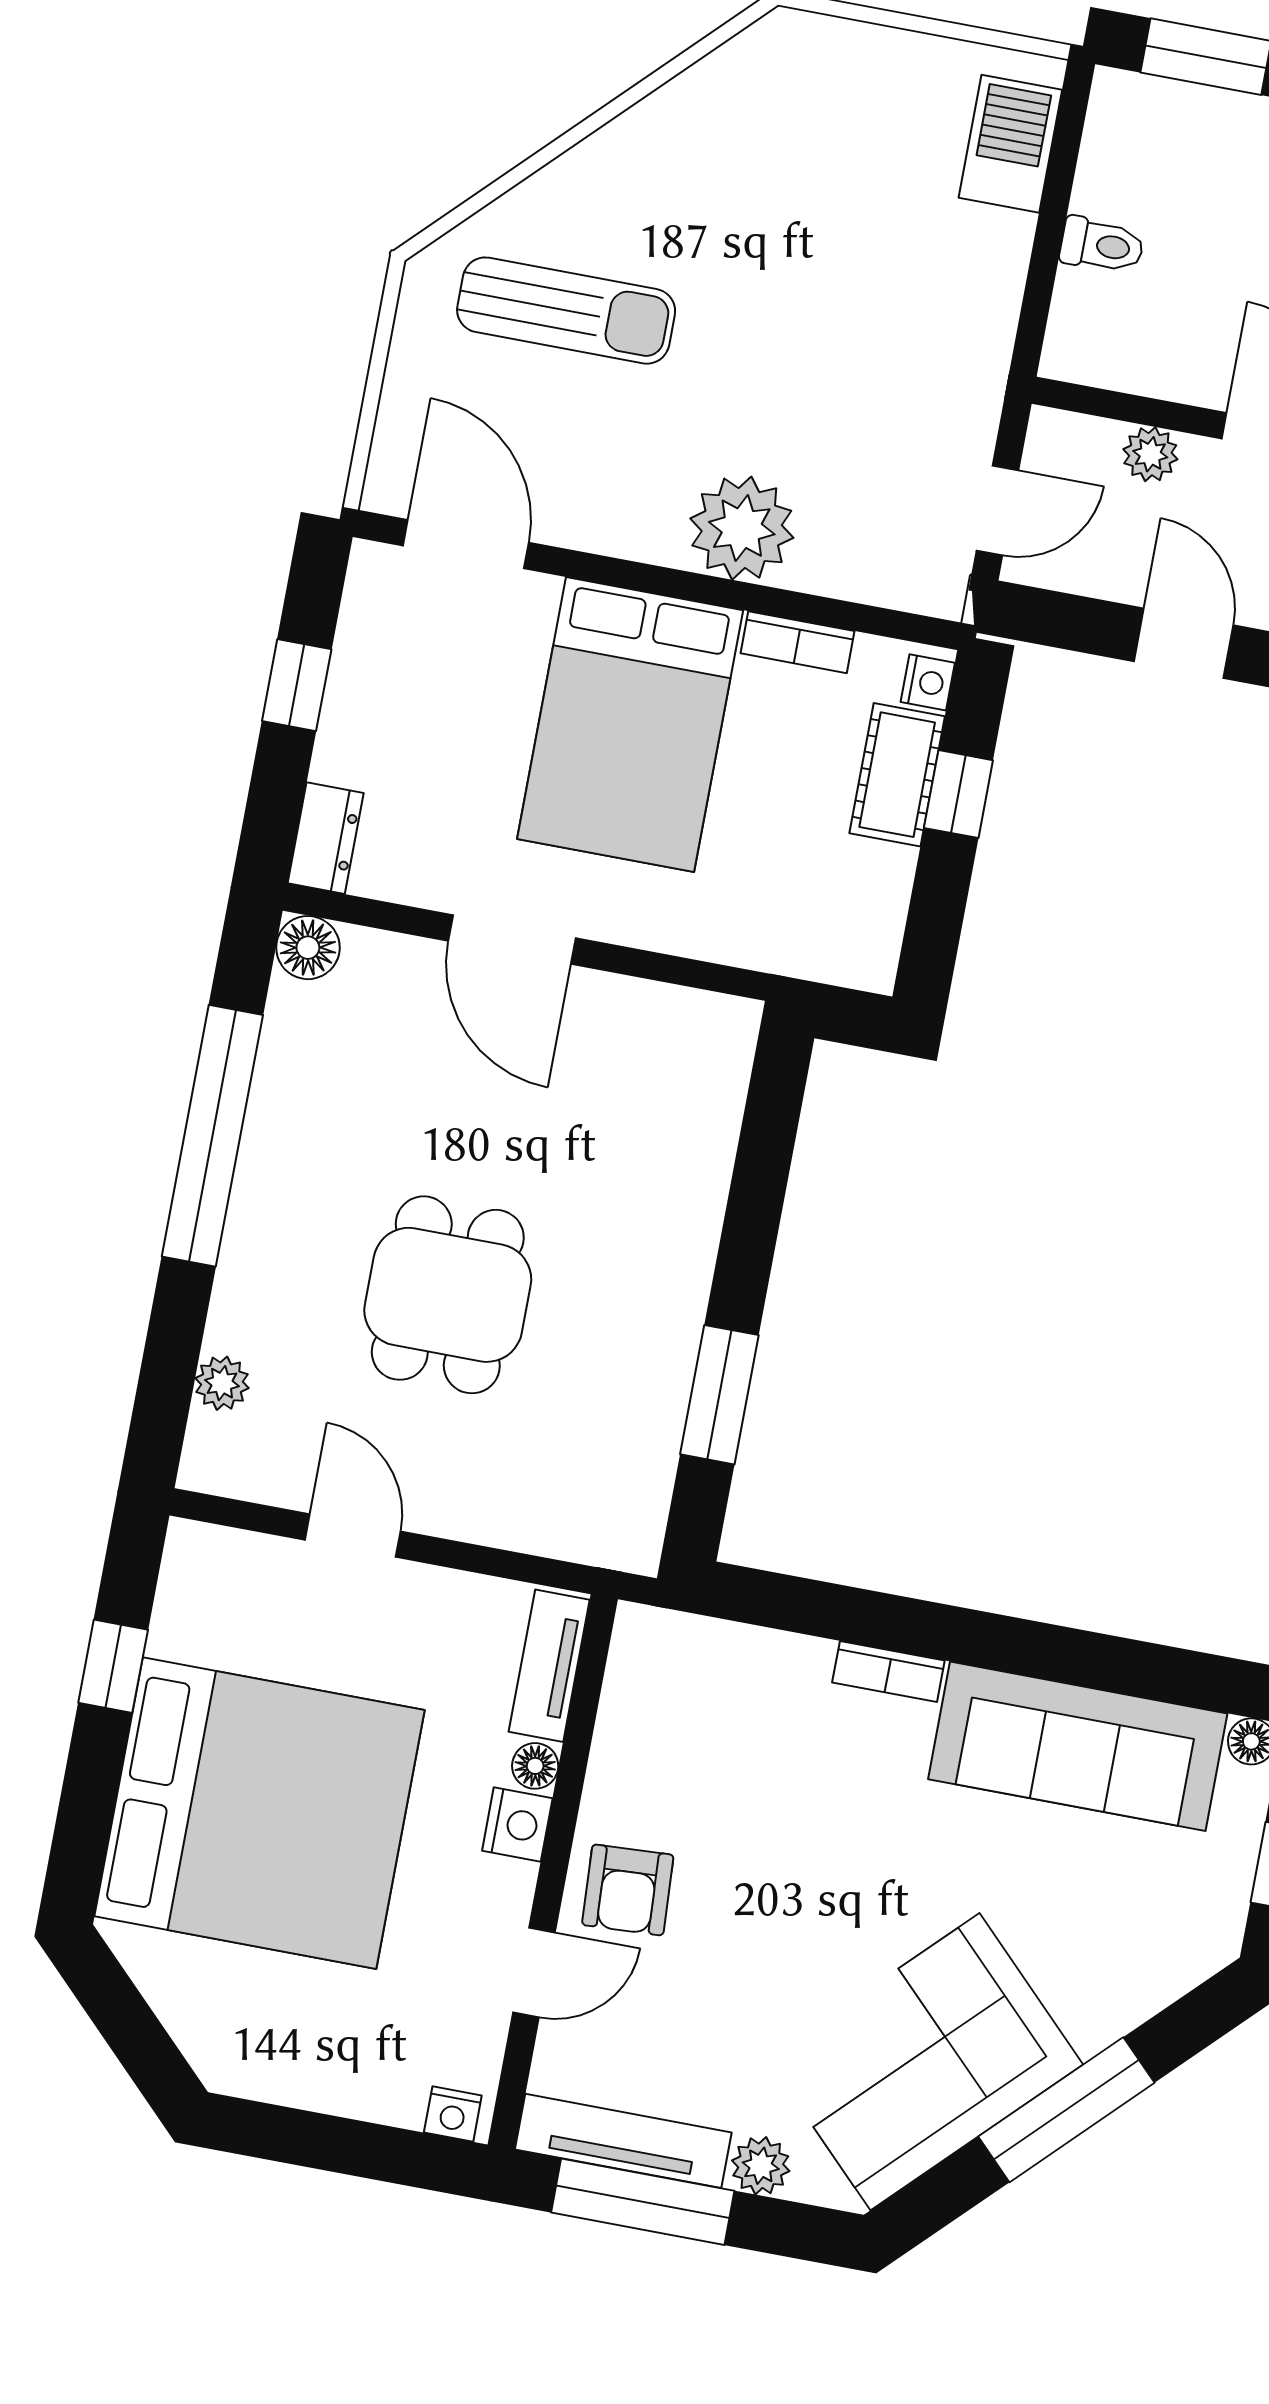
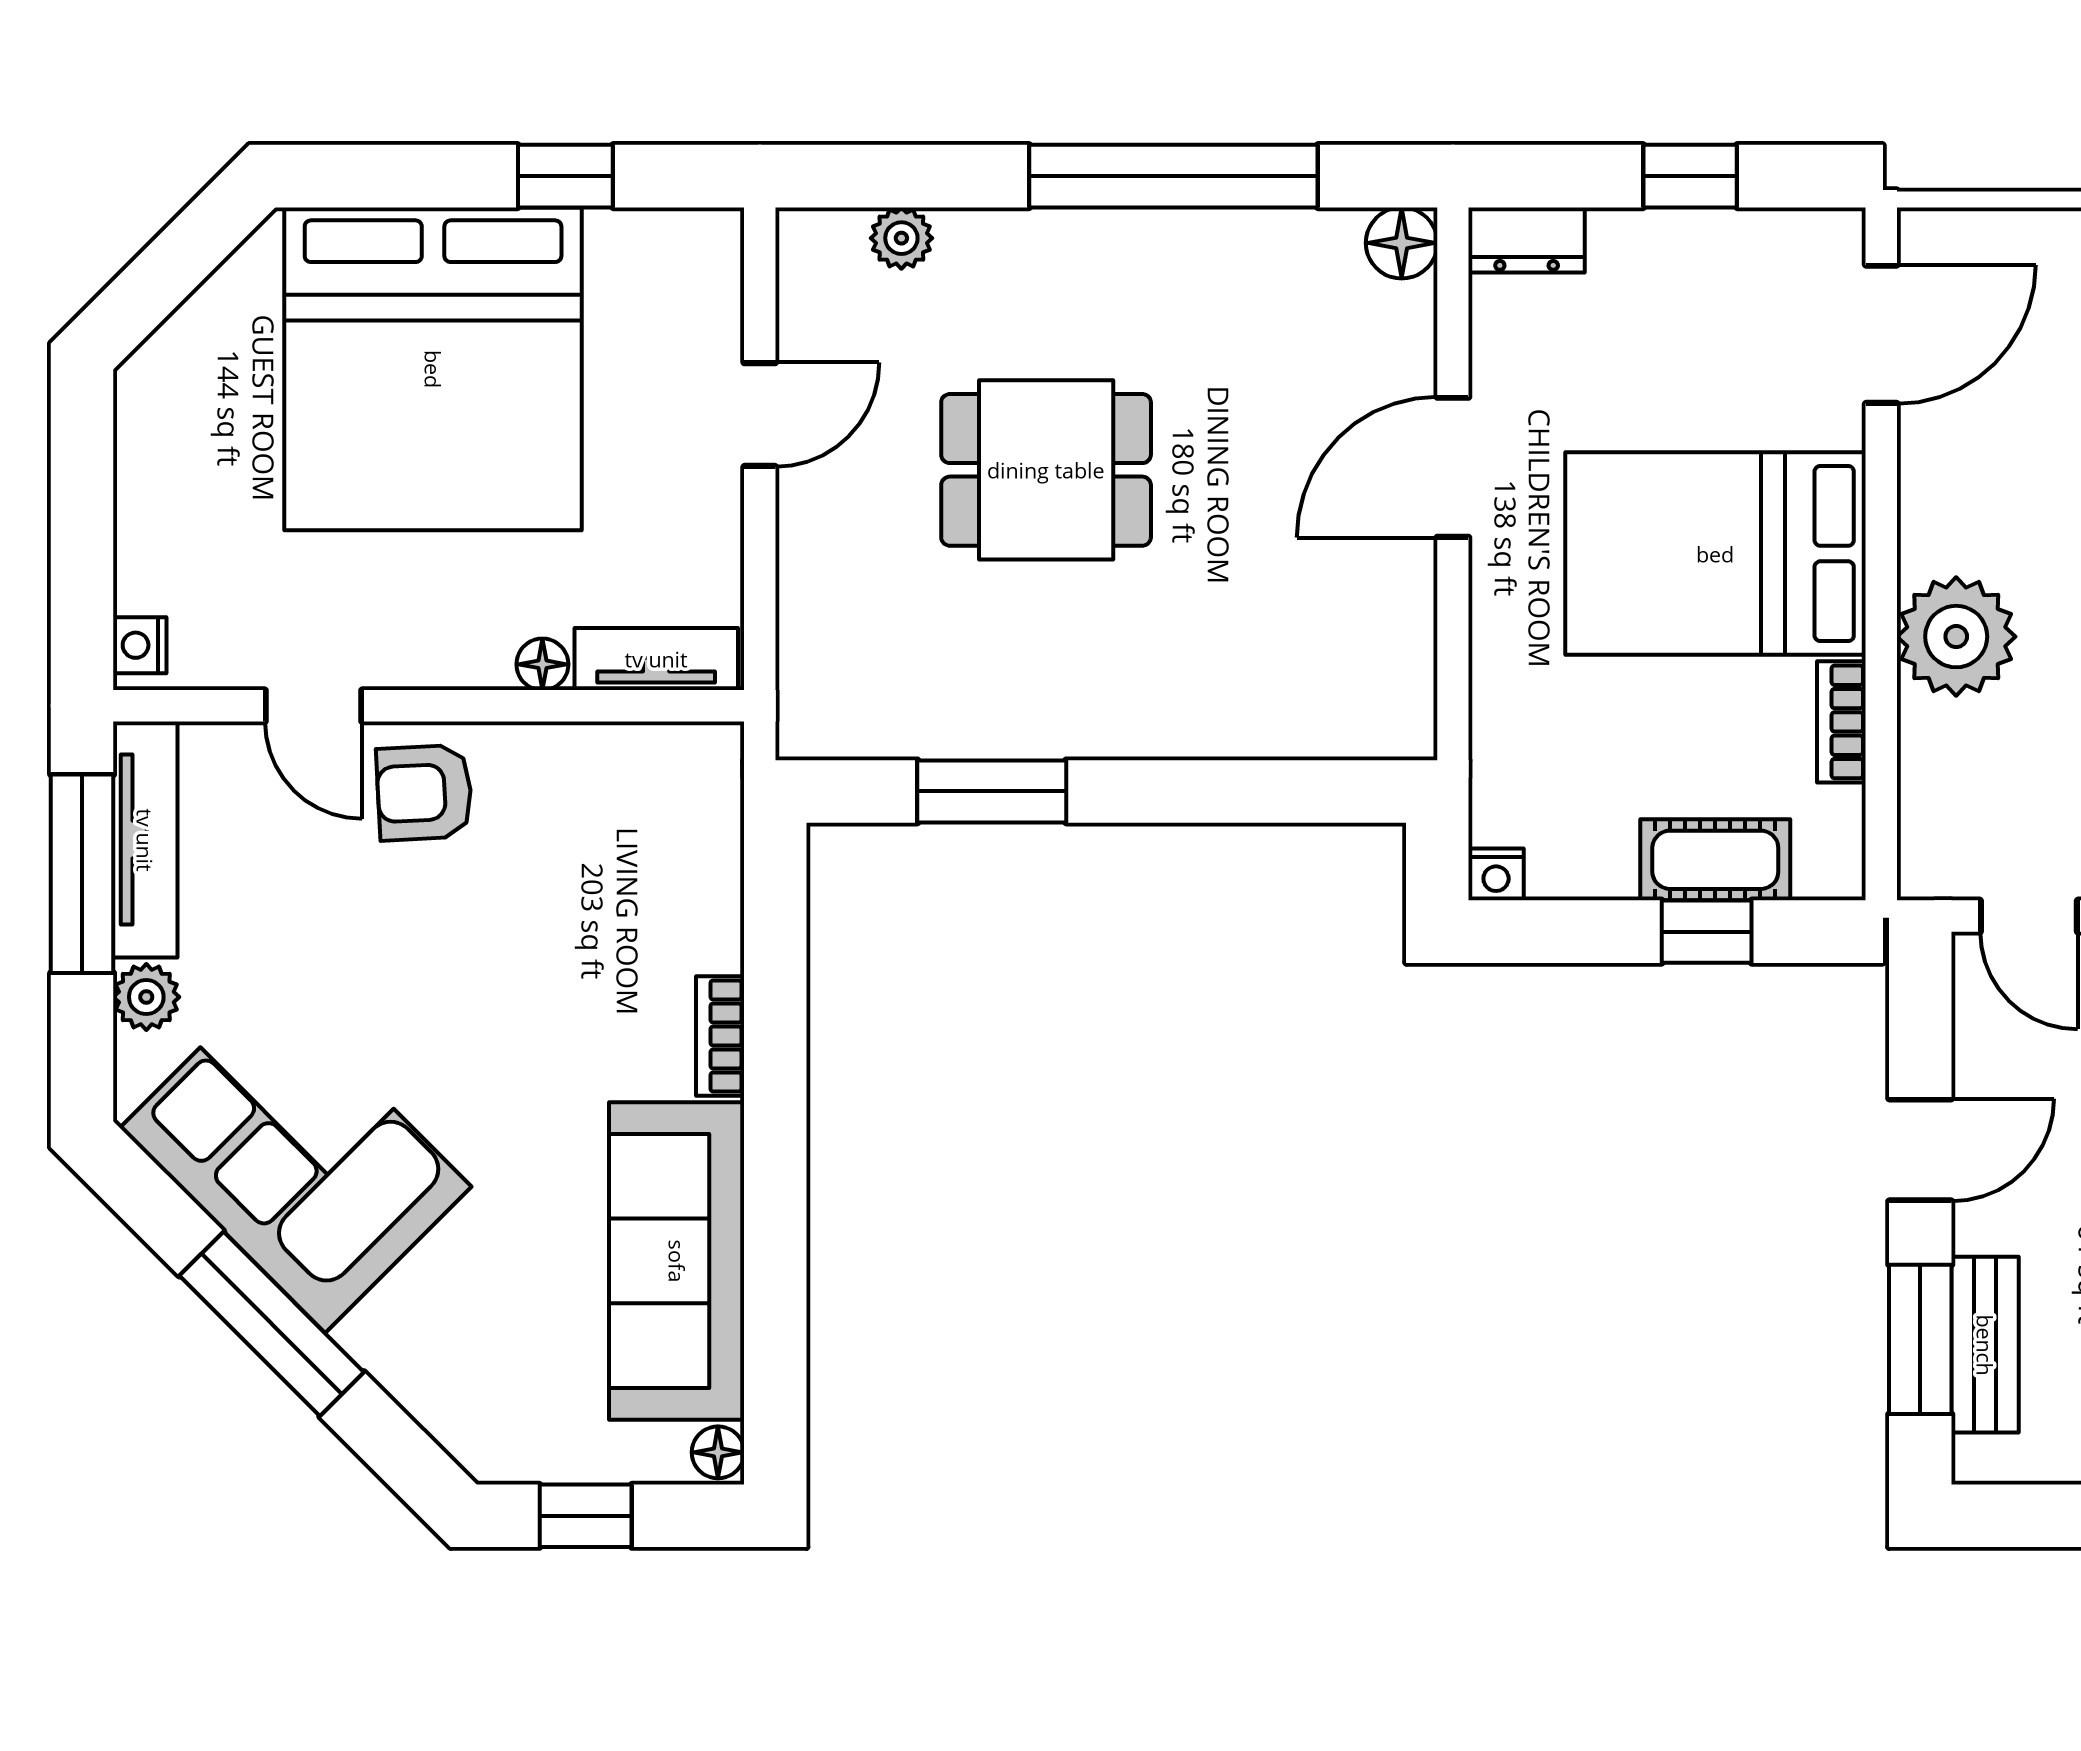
nightstand: (928, 682) -> (1496, 874), moved
nightstand: (517, 1825) -> (474, 657), removed

